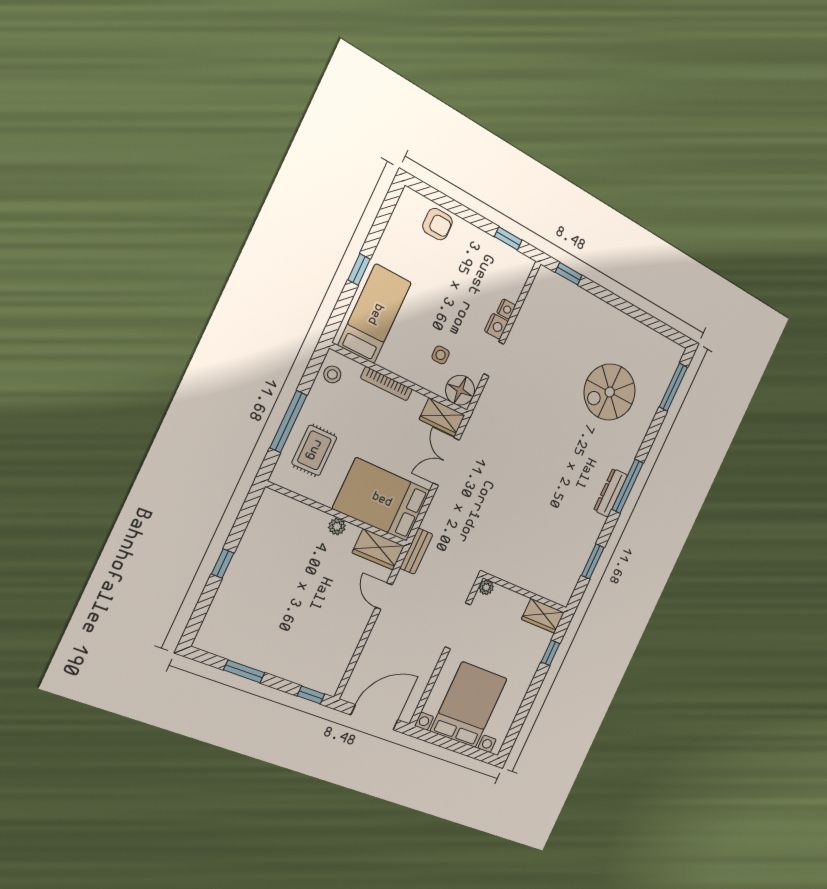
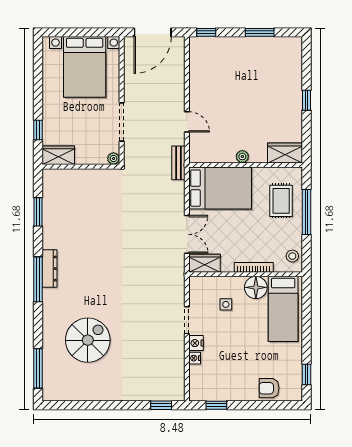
window: (359, 269) -> (307, 375), moved
floor lamp: (460, 390) -> (256, 287), moved
wardrobe: (378, 549) -> (285, 153), moved

